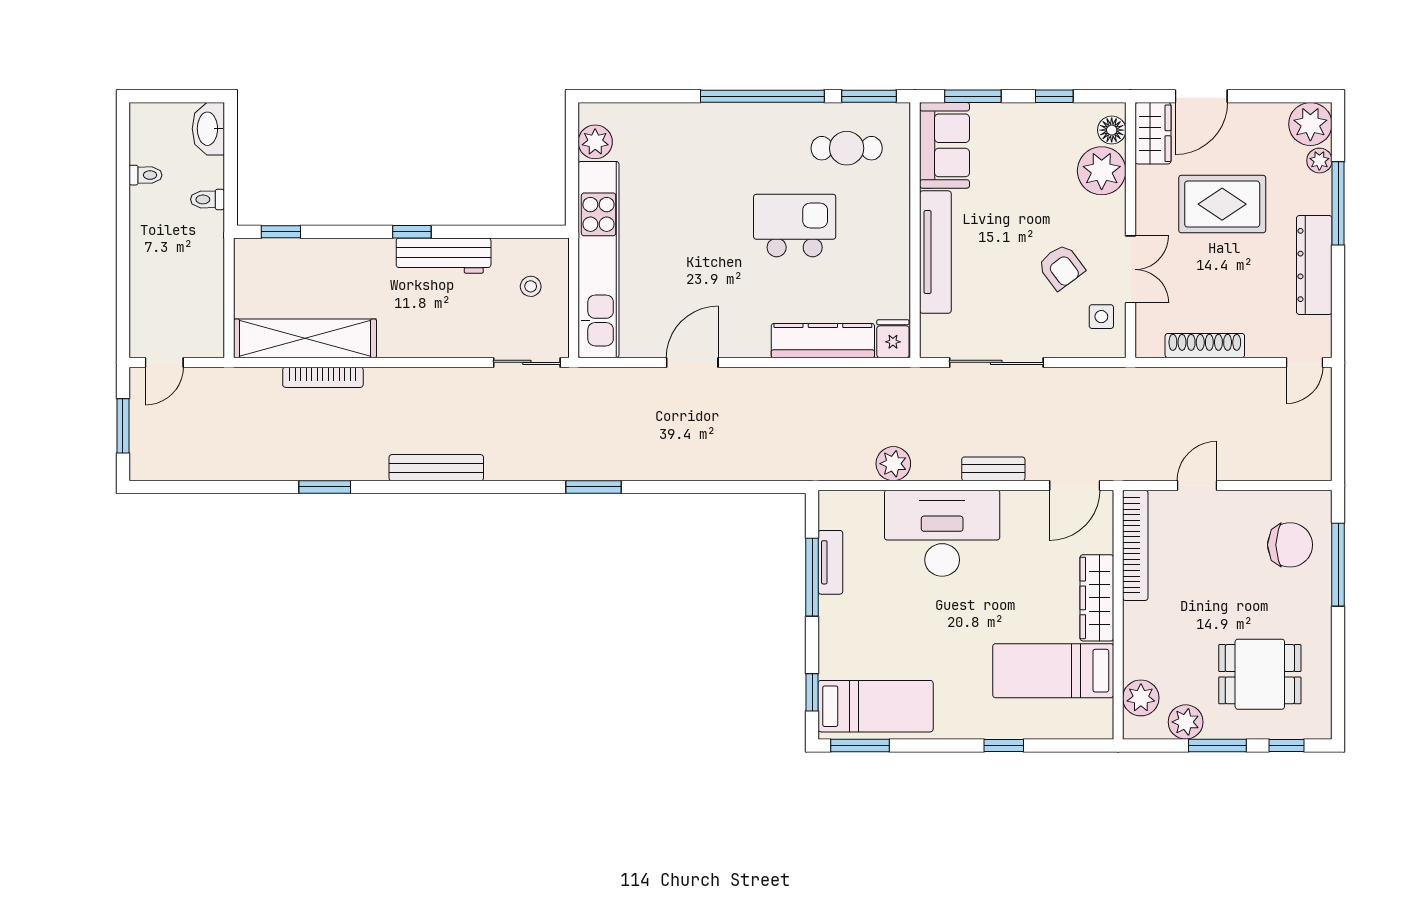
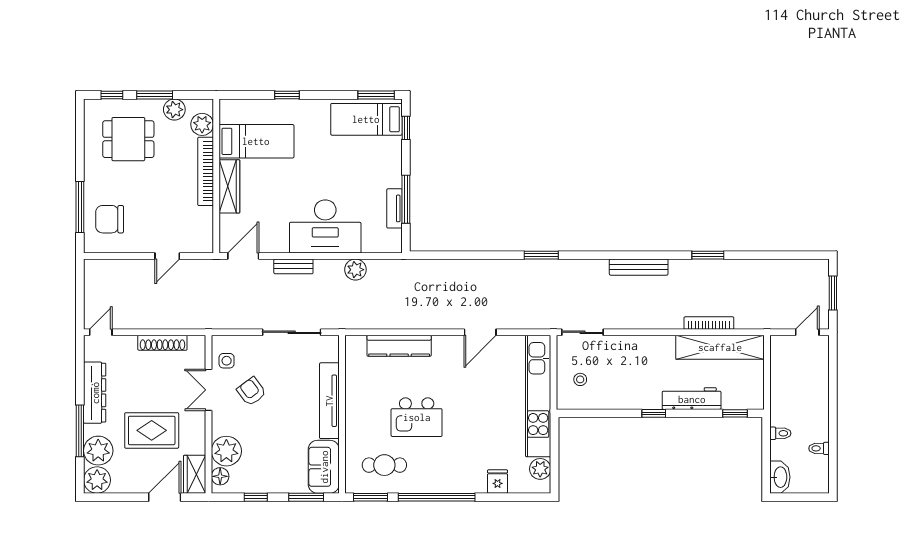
plant: (1319, 161) -> (98, 451), width x1.88, depth x1.88
workbench: (444, 256) -> (692, 399), moved
fridge: (893, 339) -> (498, 482), moved, turned 180
bookcase: (1135, 545) -> (206, 171), moved

